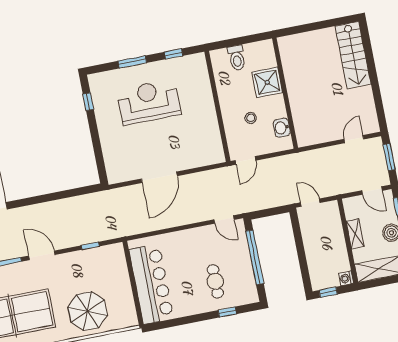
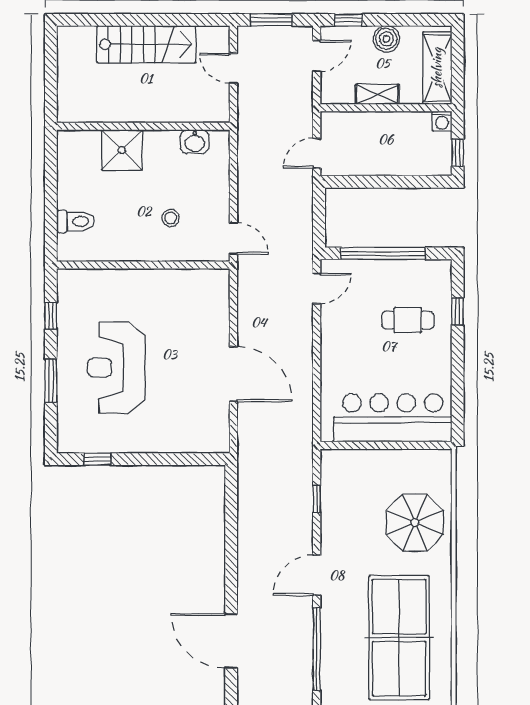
stairs: (353, 55) -> (146, 44), moved
shower: (267, 82) -> (122, 150), moved
wall: (285, 93) -> (143, 126), moved
washbasin: (282, 128) -> (195, 142), moved

